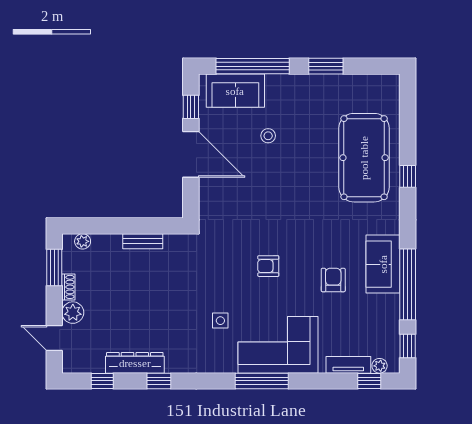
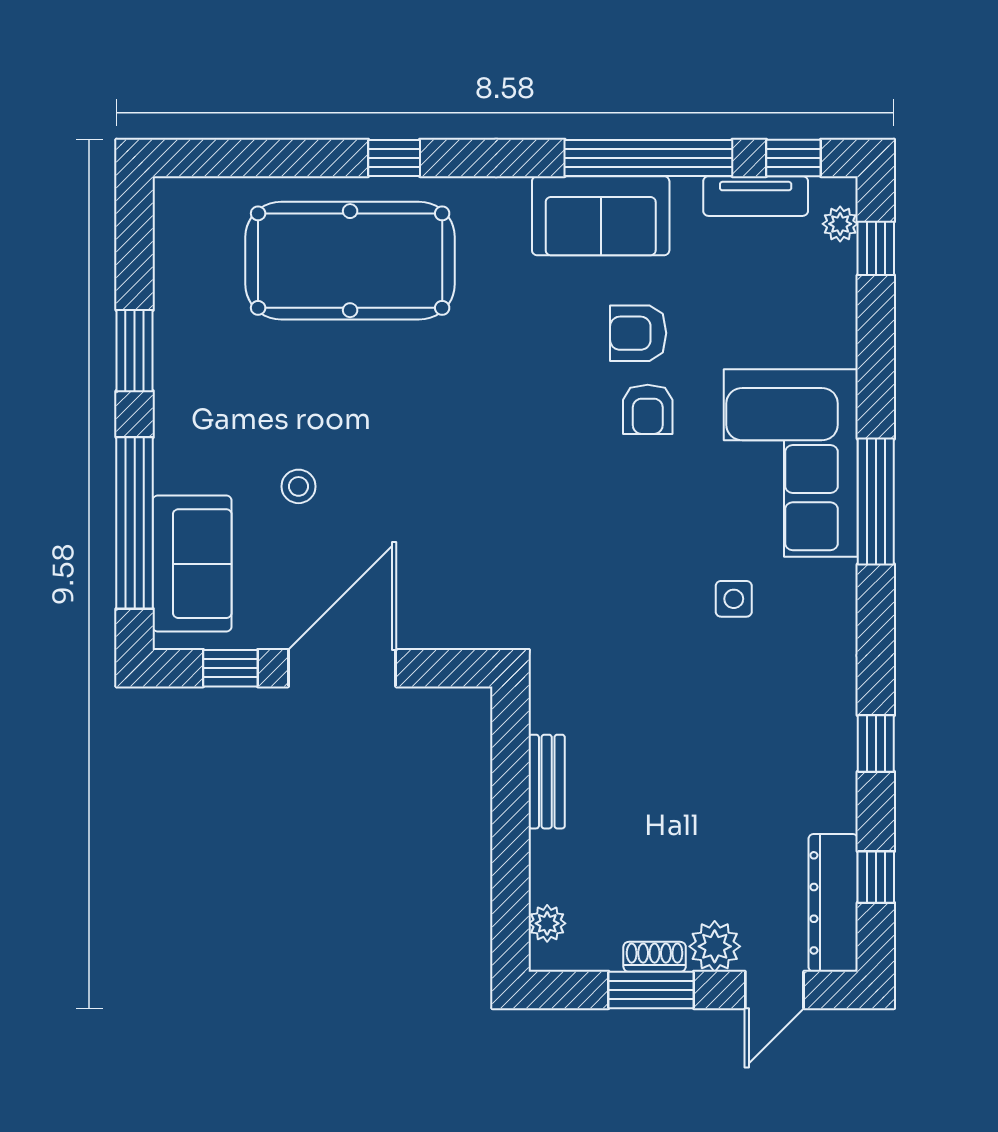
armchair: (268, 266) -> (648, 409), moved
window: (54, 267) -> (651, 990), moved
dresser: (135, 363) -> (833, 903), moved
tv unit: (348, 365) -> (756, 196), moved, turned -90

